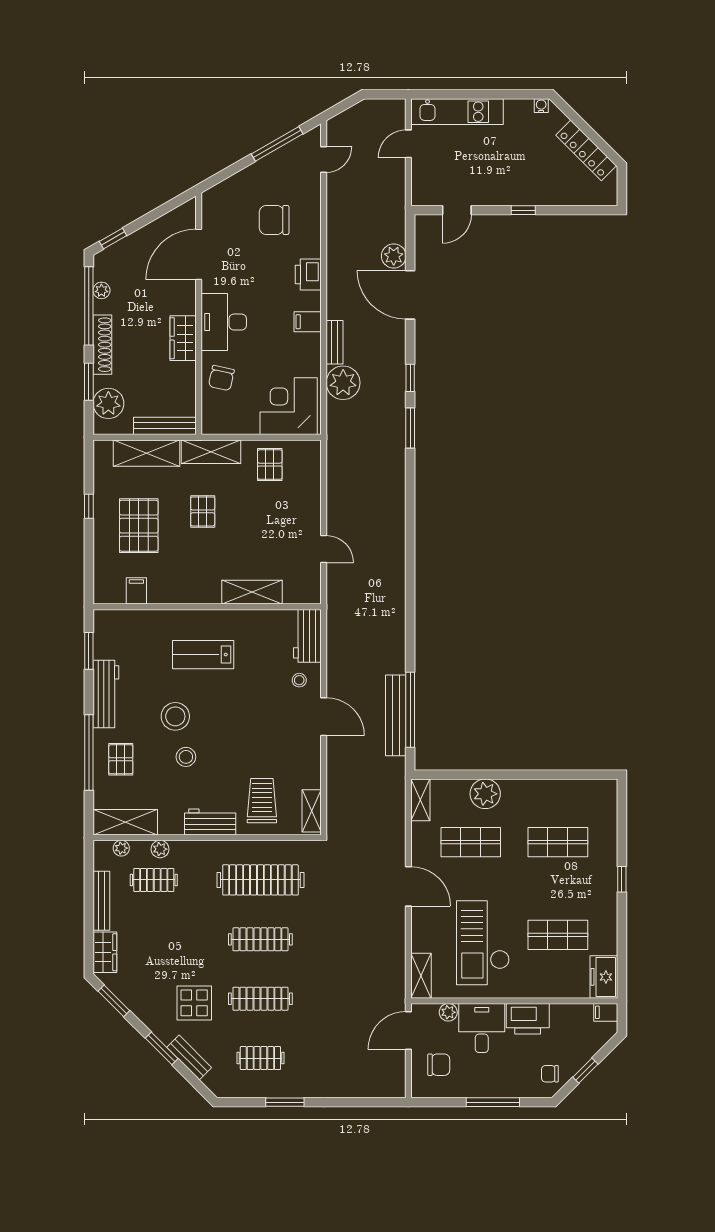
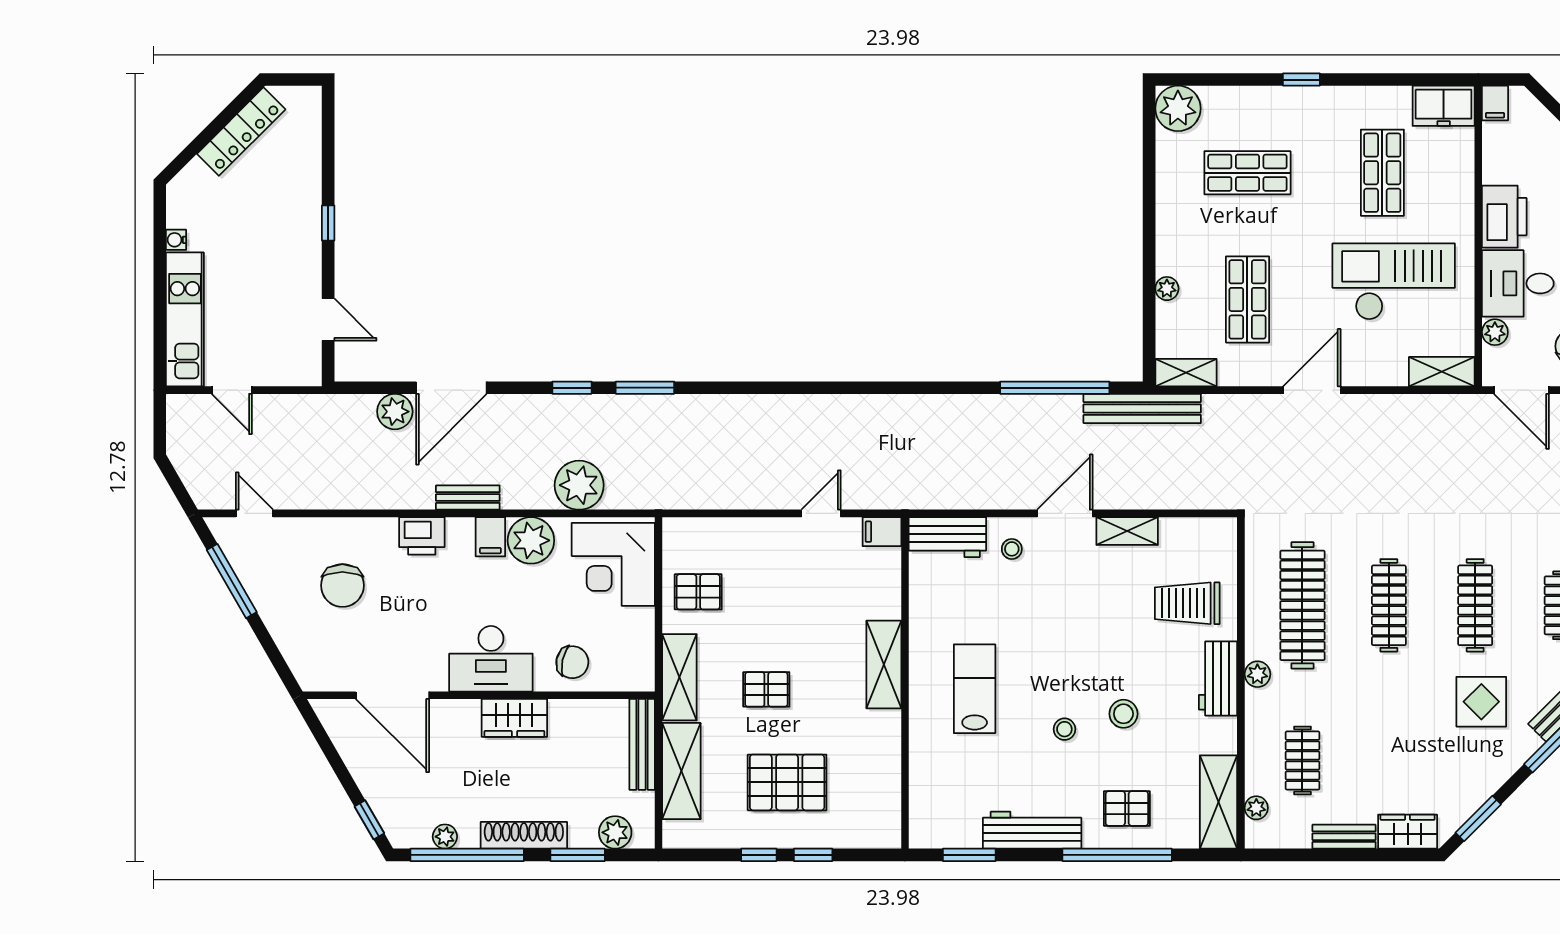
water cooler: (541, 106) -> (176, 240), moved
bench: (335, 342) -> (468, 498), moved
plant: (305, 350) -> (531, 540), added
plant: (108, 403) -> (615, 832), width x0.73, depth x0.73
window: (89, 544) -> (813, 855), added
filing cabinet: (136, 591) -> (882, 532), moved
shelving: (252, 592) -> (884, 665), moved
lab bench: (203, 655) -> (975, 689), turned 180
bench: (396, 715) -> (1142, 408), moved
stool: (175, 716) -> (1064, 729), width x0.53, depth x0.53
plant: (485, 794) -> (1167, 289), width x0.53, depth x0.53
plant: (602, 794) -> (1178, 108), added
shelving: (312, 811) -> (1127, 531), moved
shop shelf: (558, 842) -> (1247, 173), turned 90
plant: (160, 849) -> (1257, 674), moved
bench: (101, 901) -> (1344, 837), width x0.73
checkout: (483, 943) -> (1394, 282), turned 180

